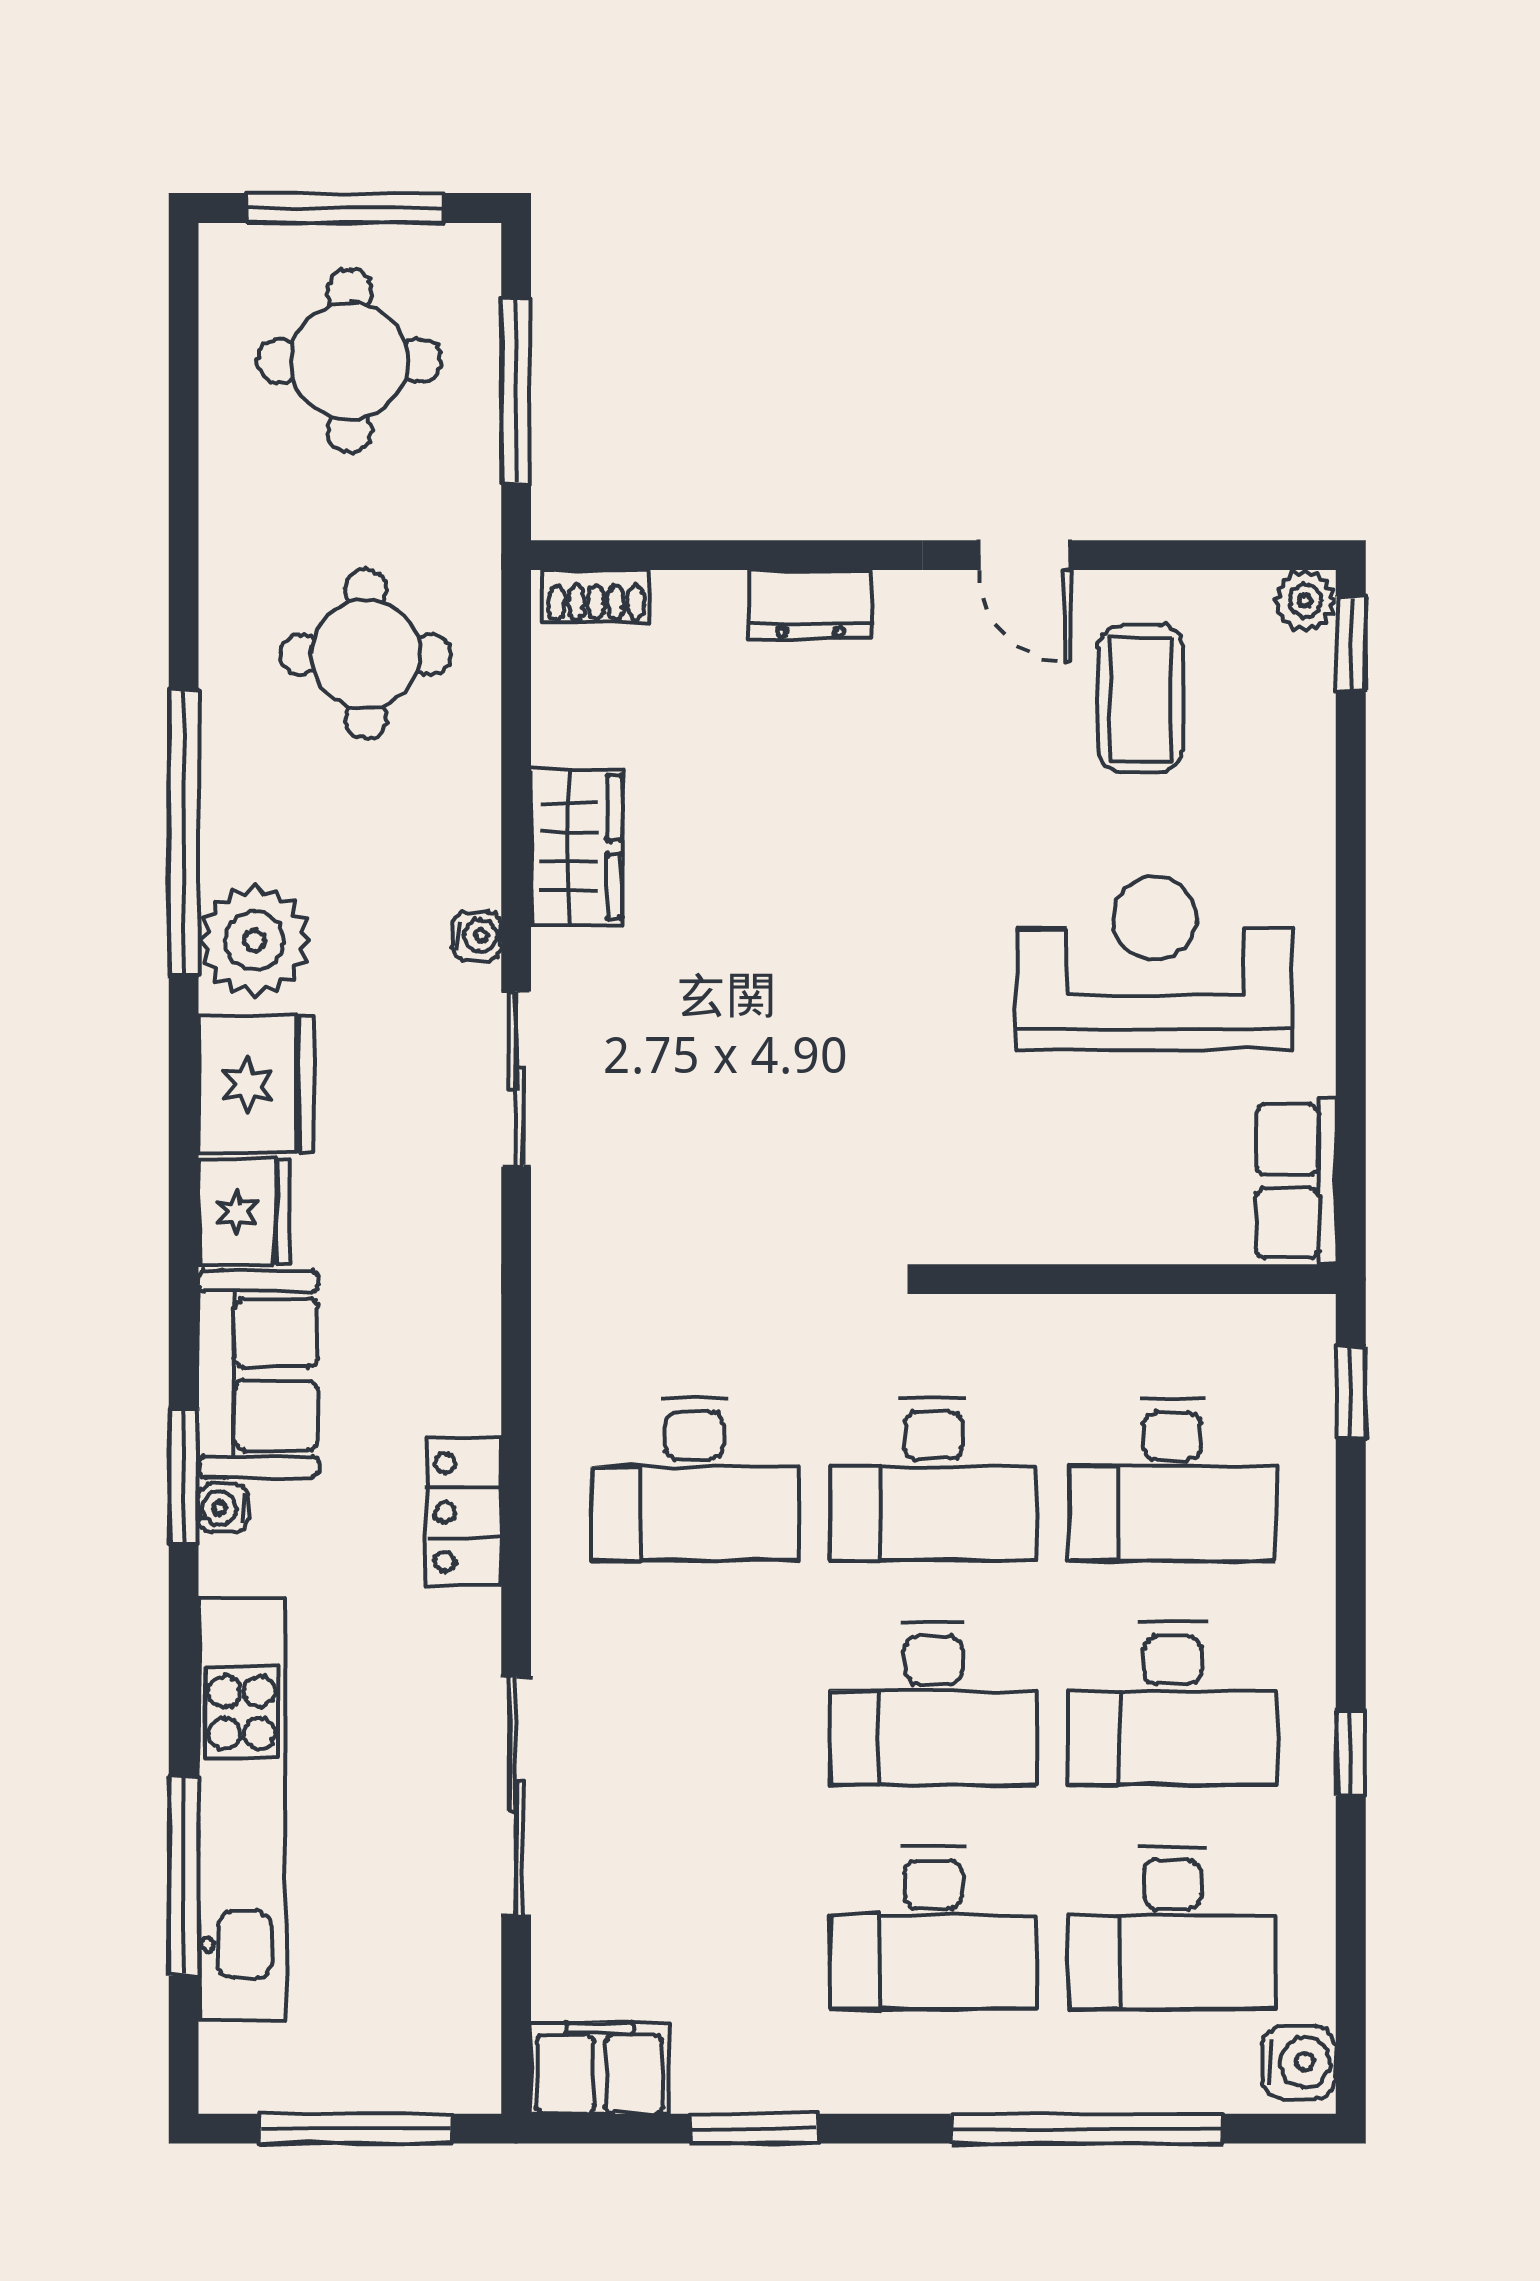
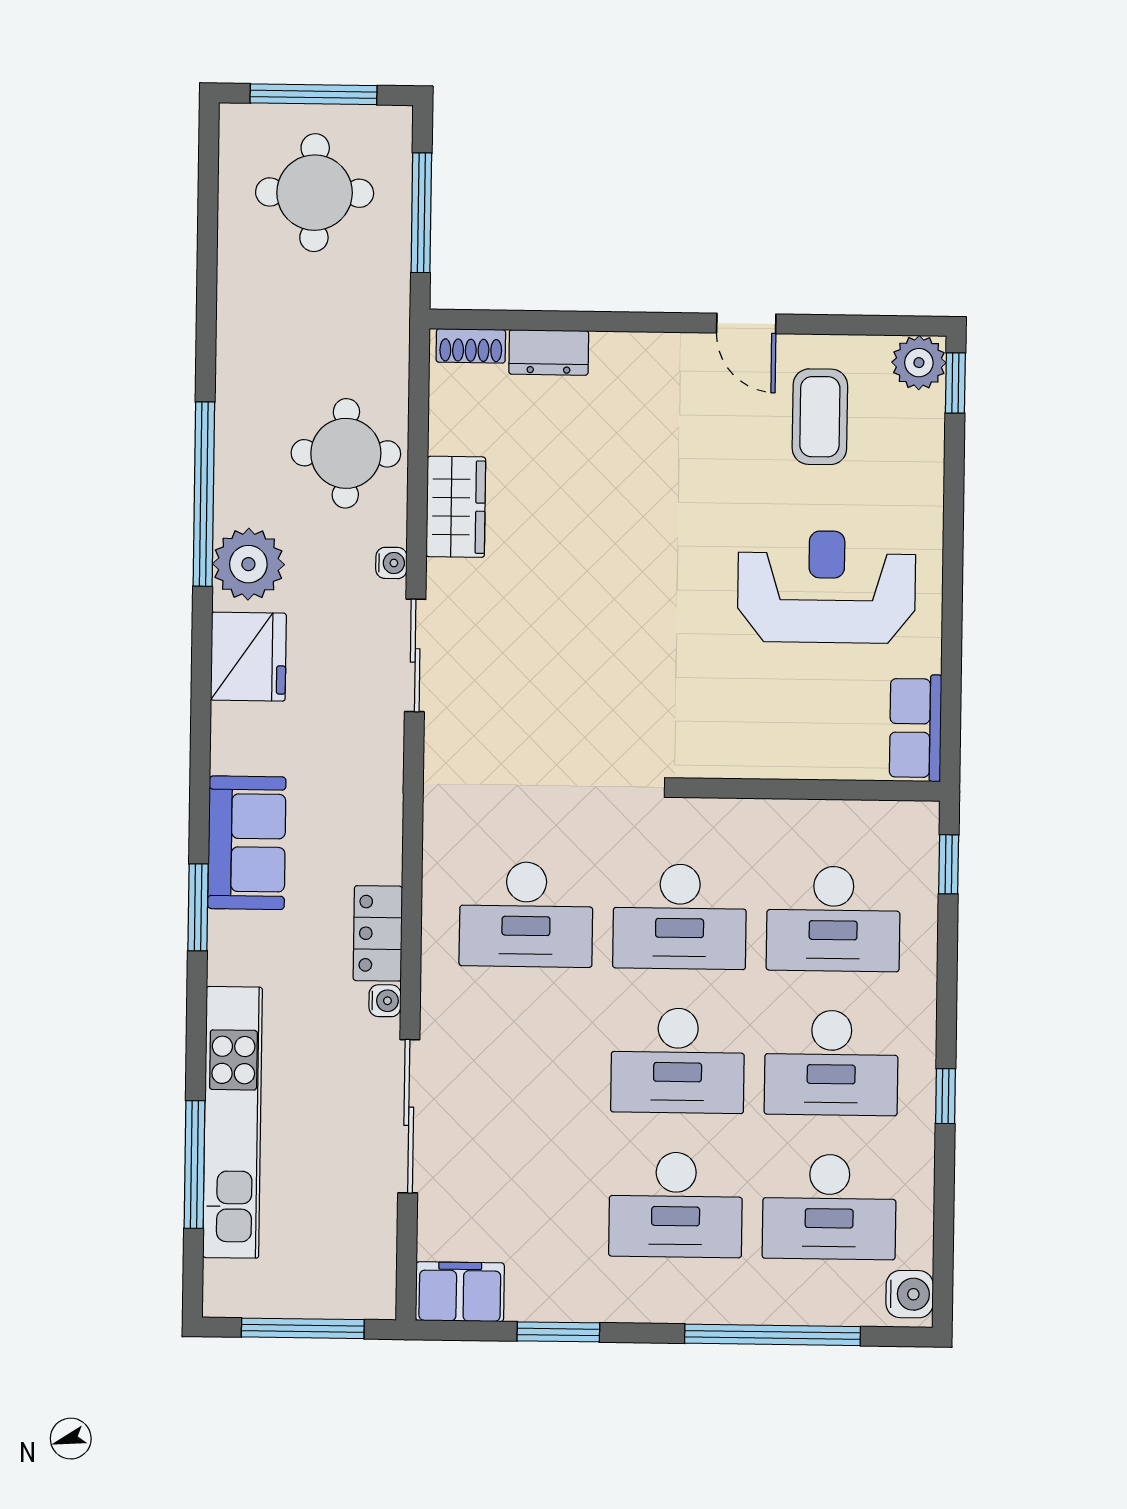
plant: (1305, 601) -> (919, 363), width x1.38, depth x1.38
dresser: (810, 605) -> (549, 352), moved
round table: (366, 654) -> (346, 453), moved
fridge: (244, 1212) -> (239, 738), removed
water cooler: (223, 1508) -> (385, 1001), moved, turned 180

